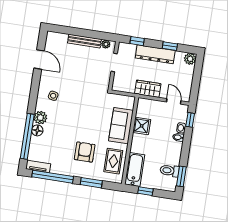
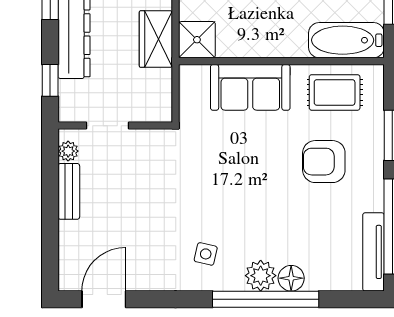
bench: (84, 41) -> (69, 191), width x0.73
door: (39, 59) -> (104, 299), moved
shower: (142, 126) -> (197, 40), moved
window: (27, 136) -> (266, 299), moved
tv unit: (38, 166) -> (373, 252), width x1.41

